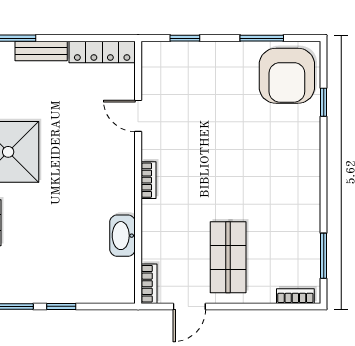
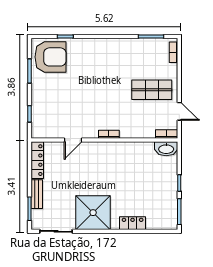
washbasin: (122, 236) -> (166, 149), moved

